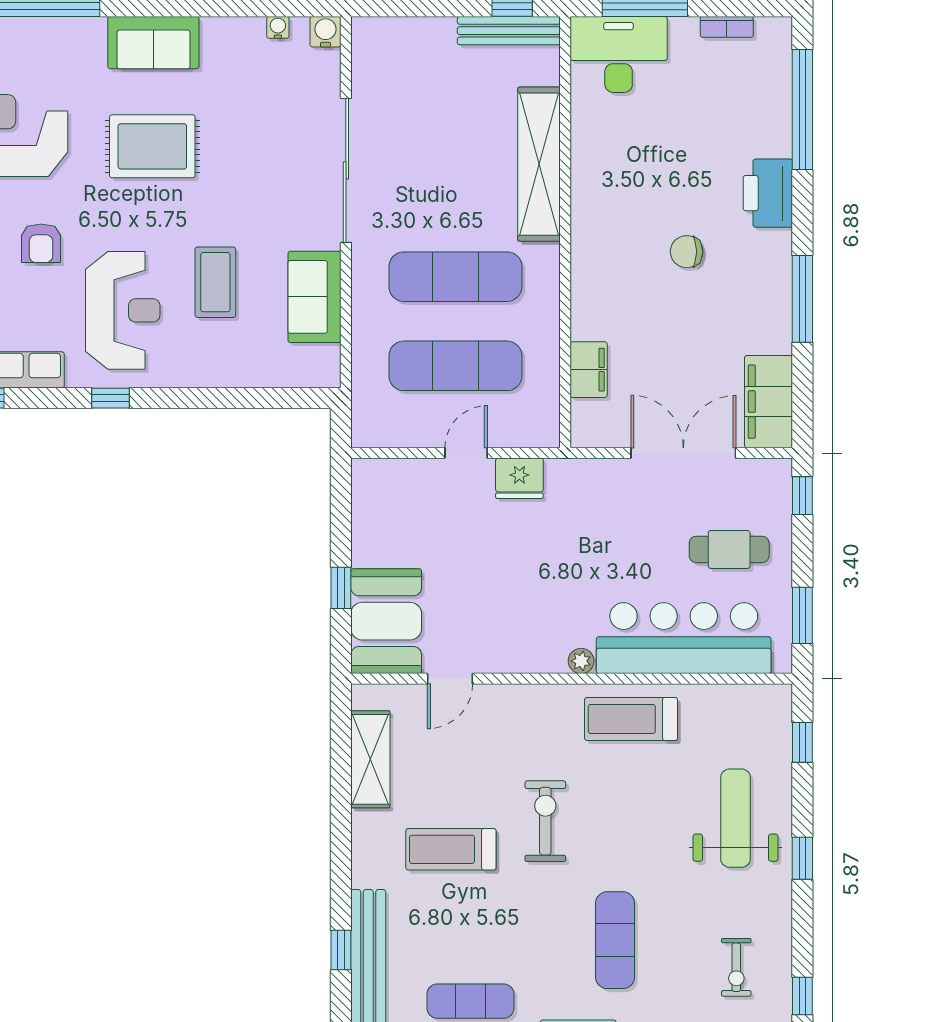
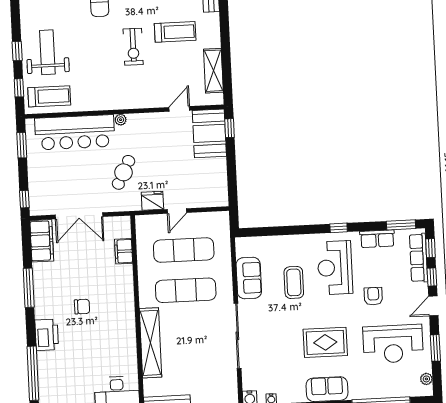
cafe table: (729, 549) -> (123, 172), moved, turned -63
window: (341, 588) -> (230, 128), moved
treadmill: (631, 719) -> (49, 96), moved
weight bench: (736, 818) -> (47, 52), turned 180
window: (802, 858) -> (17, 51), moved

